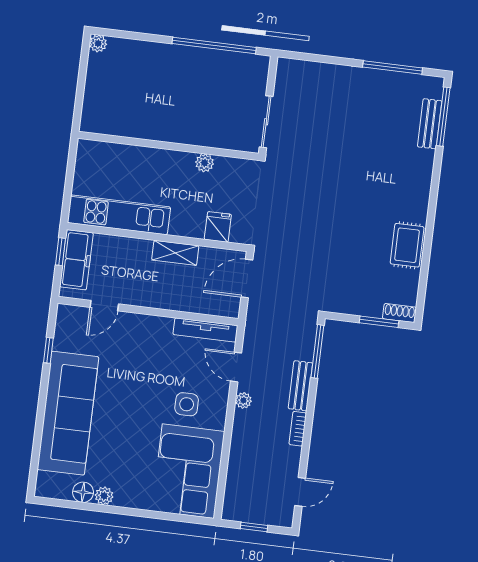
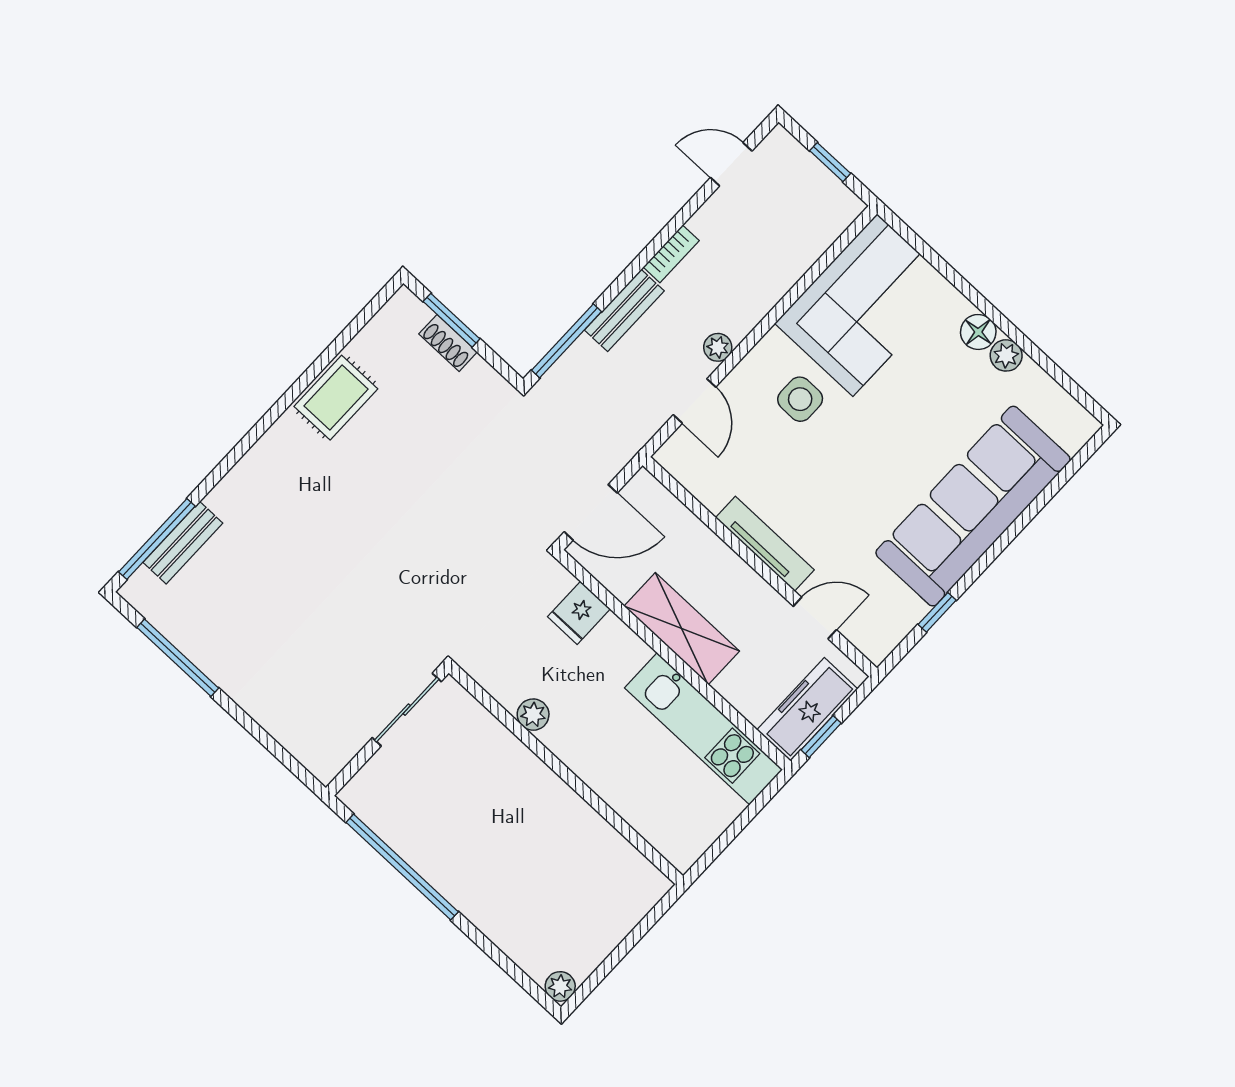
shelving: (175, 253) -> (682, 629), width x1.50, depth x1.33
shoe rack: (399, 313) -> (448, 343), moved
tv unit: (205, 330) -> (765, 544), moved
floor lamp: (83, 492) -> (978, 332), moved

